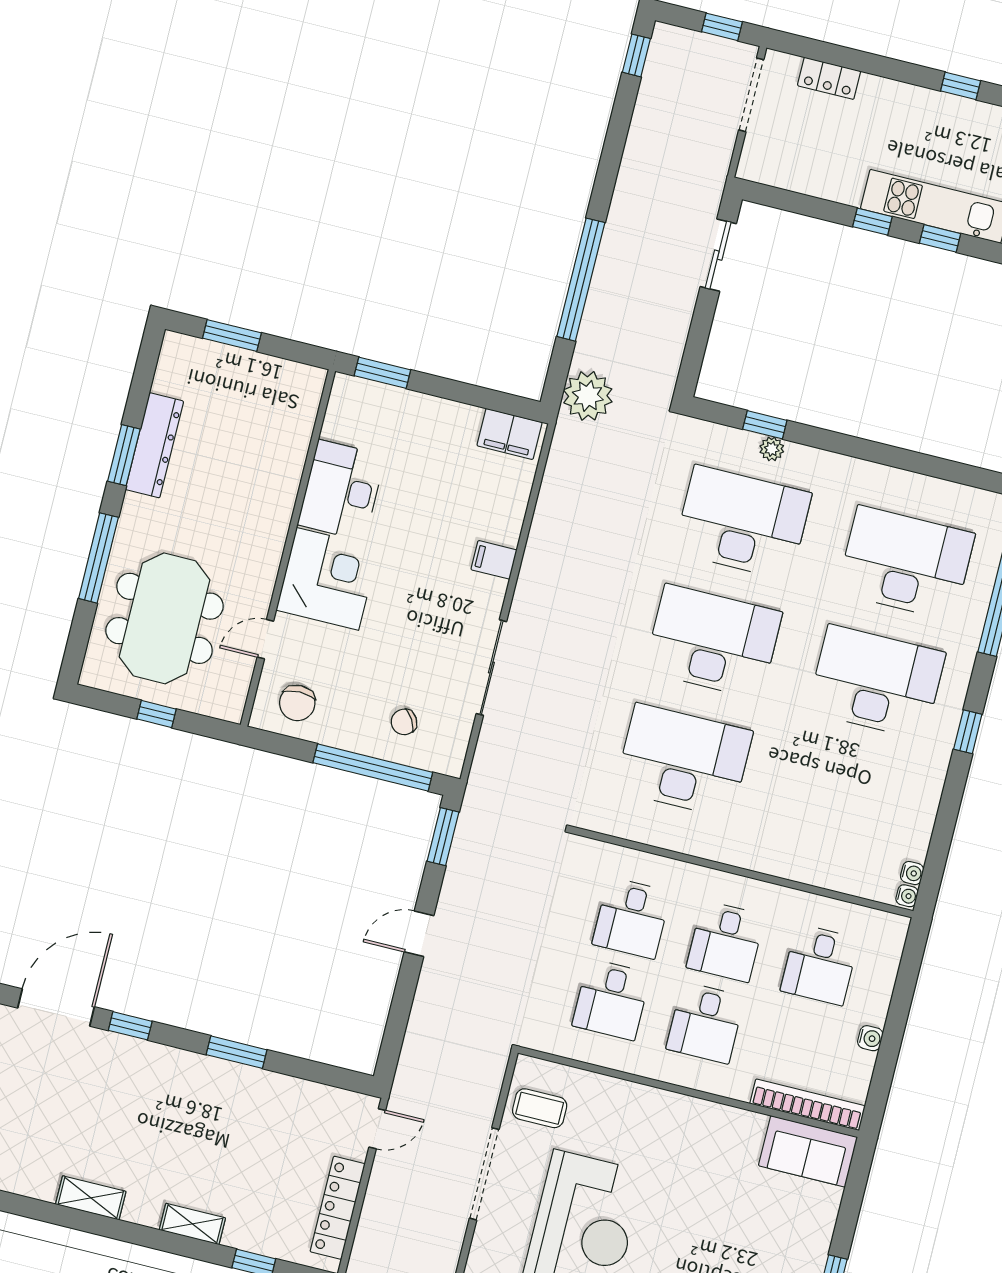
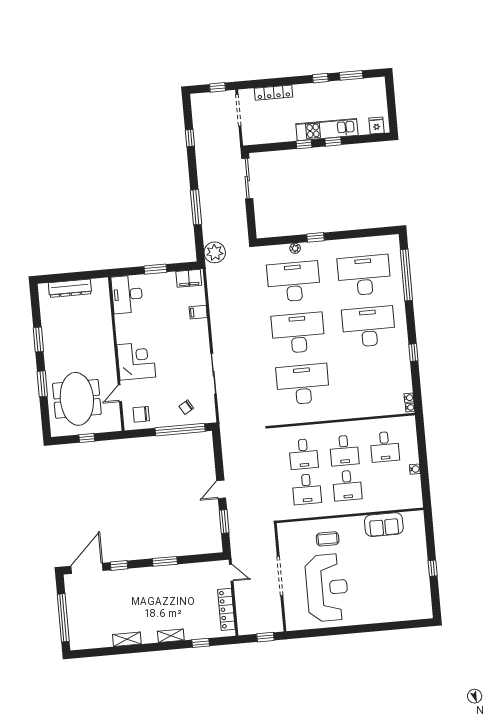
window: (636, 55) -> (190, 138), moved
locker: (829, 78) -> (274, 93), width x1.53
sliding door: (718, 255) -> (247, 179), width x1.37
window: (581, 280) -> (196, 207), width x0.68
window: (232, 336) -> (65, 277), removed
window: (382, 373) -> (155, 269), moved
window: (765, 425) -> (315, 237), moved
dresser: (154, 445) -> (70, 288), moved, turned 90
desk: (341, 490) -> (127, 294), moved
window: (98, 558) -> (42, 384), width x0.69
filing cabinet: (494, 560) -> (198, 312), moved
chair: (297, 703) -> (141, 414), turned 90
window: (968, 732) -> (413, 353), moved
window: (443, 837) -> (224, 521), moved
bookcase: (807, 1105) -> (399, 504), removed
coffee table: (540, 1108) -> (328, 539), moved
door: (377, 1129) -> (231, 573), hinge flipped
sofa: (808, 1151) -> (384, 525), moved

